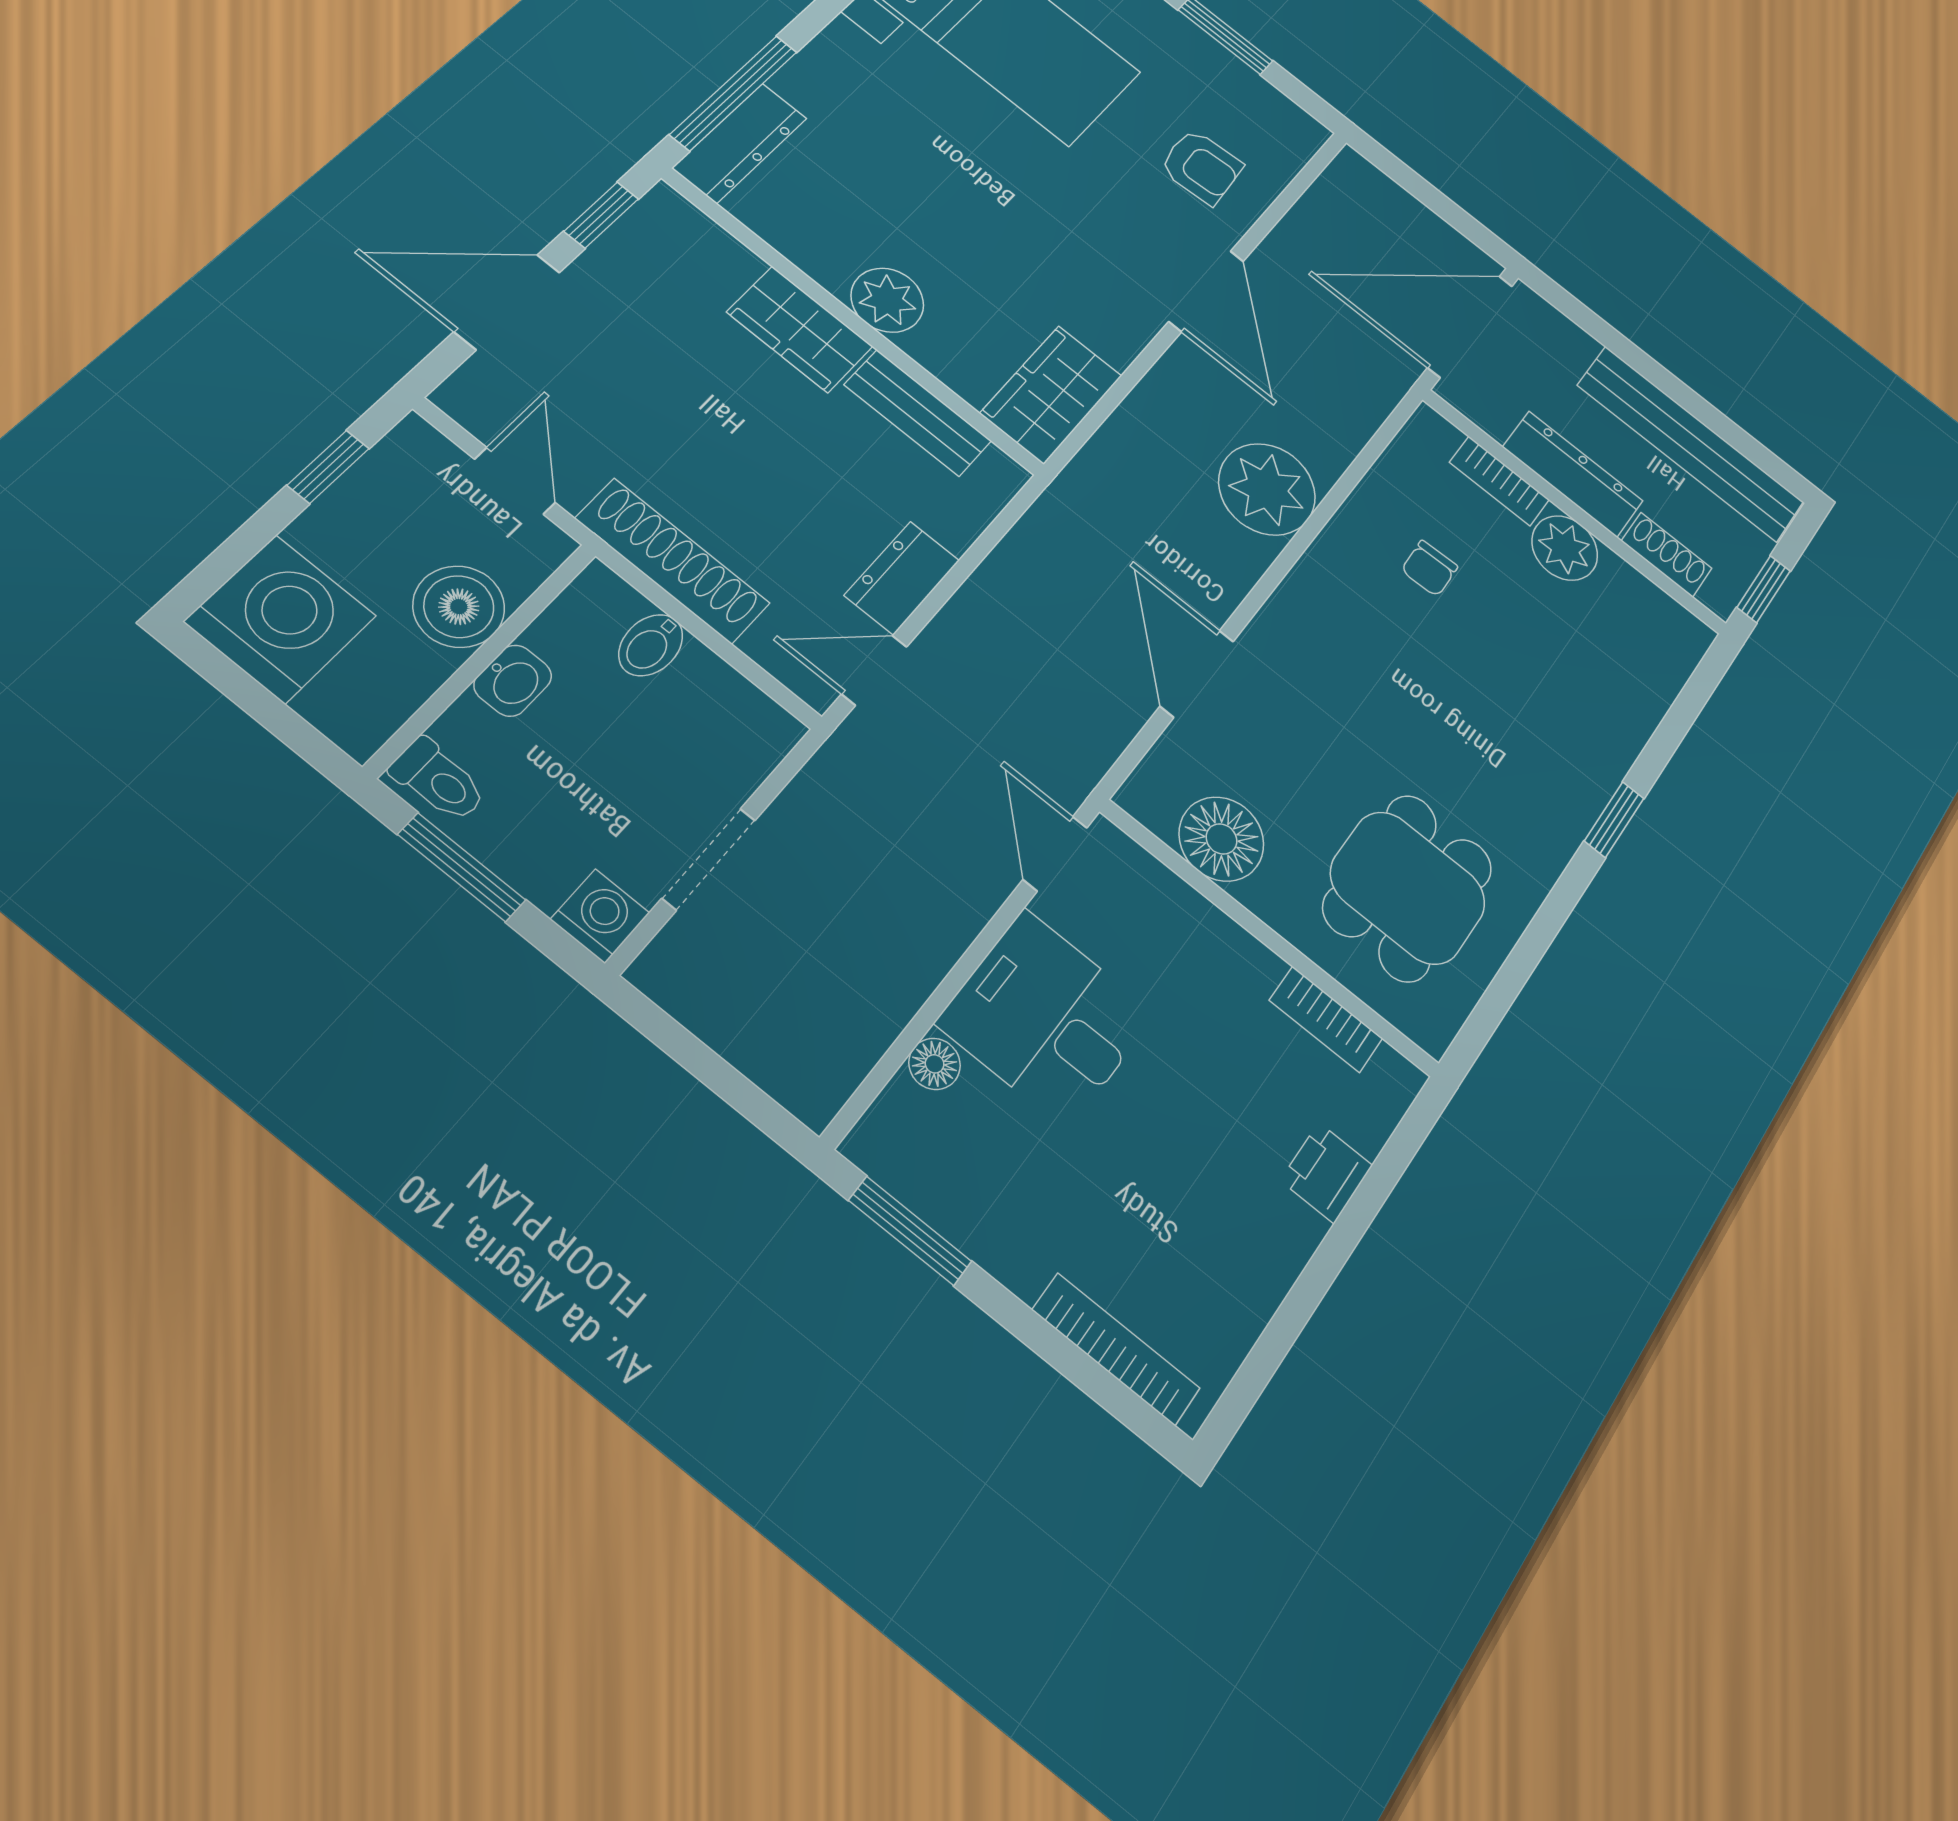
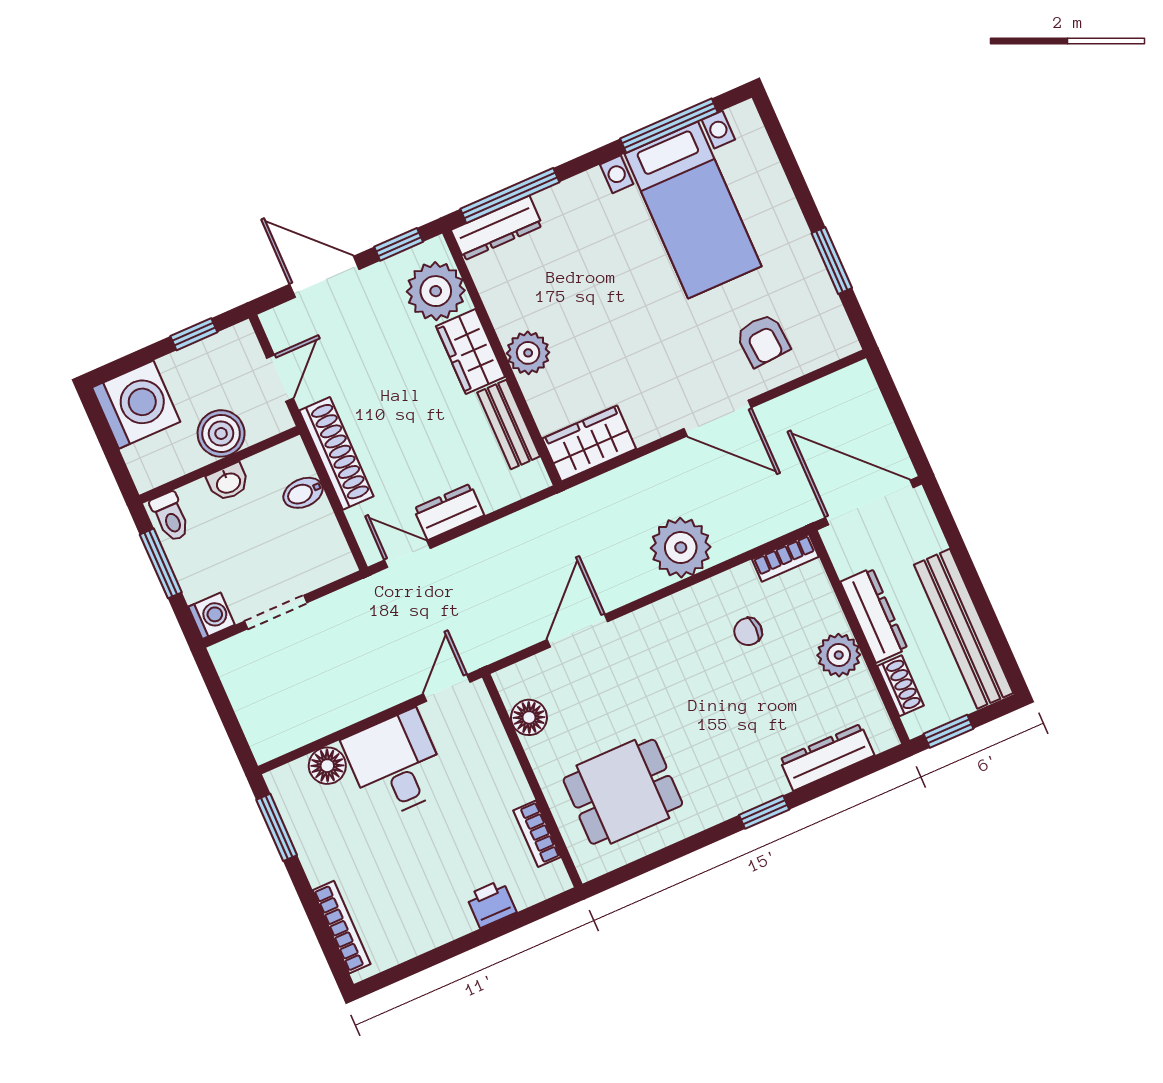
plant: (697, 262) -> (436, 291), added
door: (1206, 291) -> (718, 418), hinge flipped
bookcase: (1499, 481) -> (785, 558), moved, turned -90
dresser: (1642, 699) -> (827, 757), added
floor lamp: (1221, 839) -> (529, 717), width x0.73, depth x0.73
floor lamp: (935, 1064) -> (327, 766), width x1.37, depth x1.37

